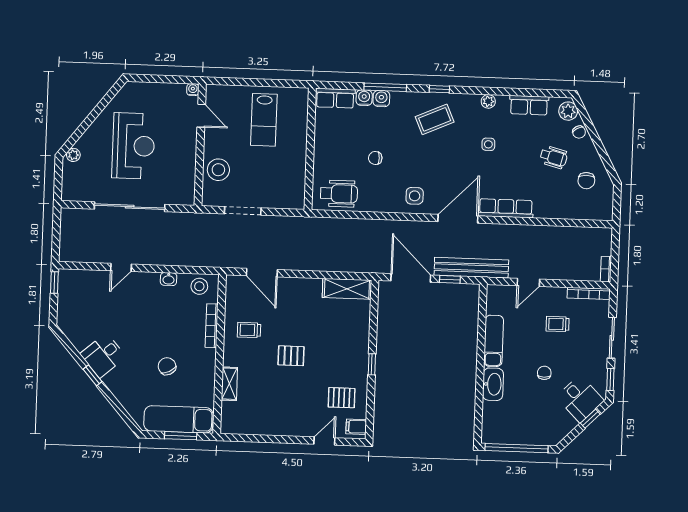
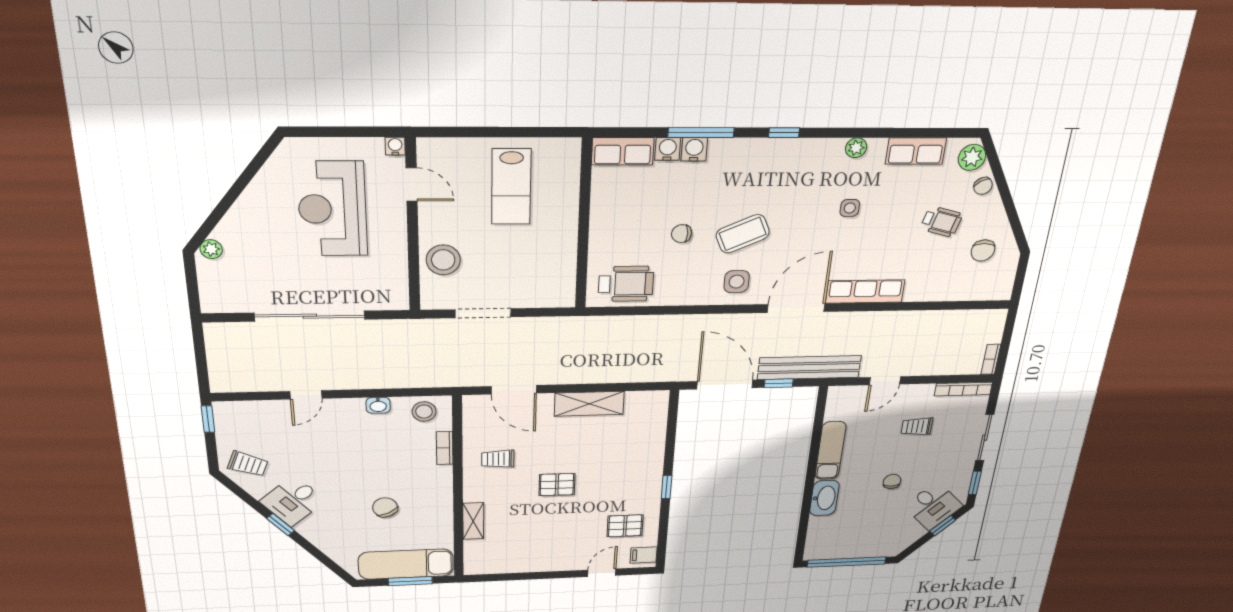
coffee table: (435, 119) -> (743, 234), moved
reception desk: (133, 146) -> (332, 209), moved, turned 180
shelving: (347, 289) -> (589, 404), moved
trolley: (76, 321) -> (248, 464), added
bookcase: (212, 326) -> (445, 448), width x0.64

